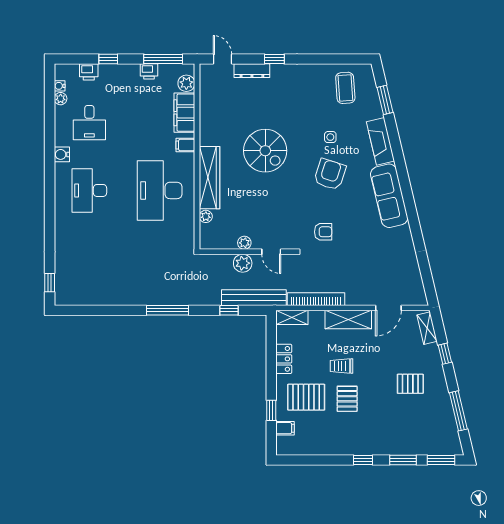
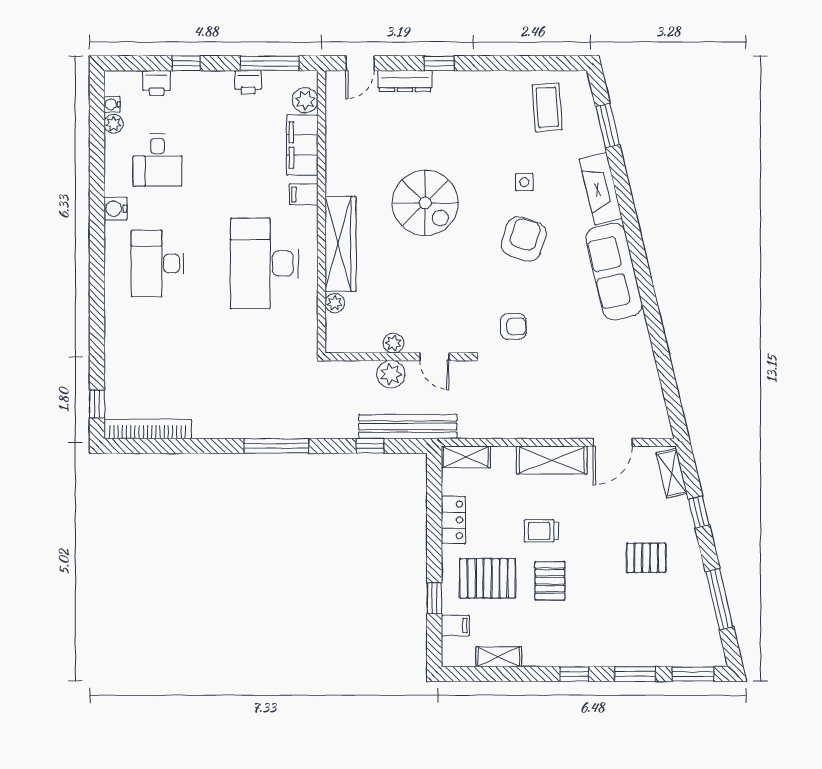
door: (222, 59) -> (360, 63), swing flipped
bookcase: (316, 299) -> (148, 429), moved
shelving: (313, 449) -> (499, 657), added

